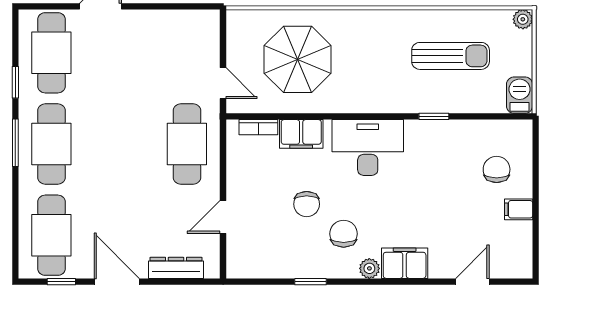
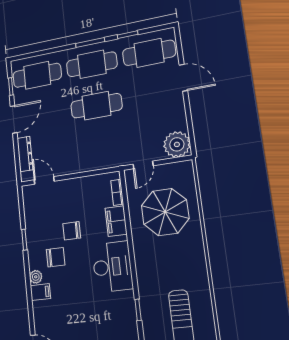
plant: (200, 29) -> (177, 144), added
cafe table: (187, 144) -> (96, 106), moved
door: (223, 217) -> (44, 180), moved
filing cabinet: (405, 263) -> (40, 292), width x0.50

